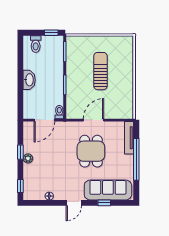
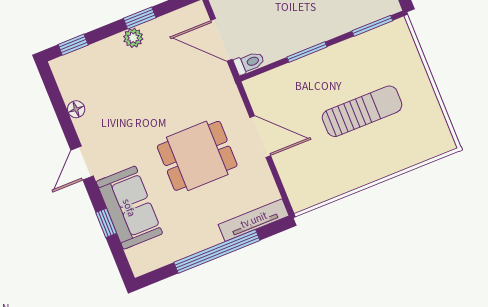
sofa: (108, 190) -> (129, 208), width x0.73
door: (74, 203) -> (82, 163), hinge flipped

